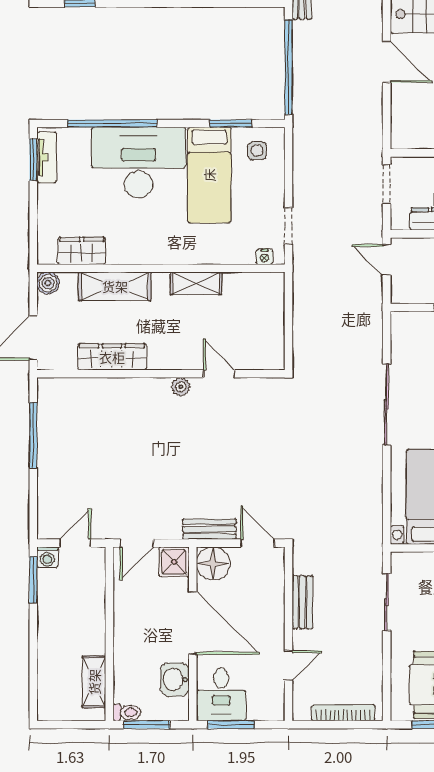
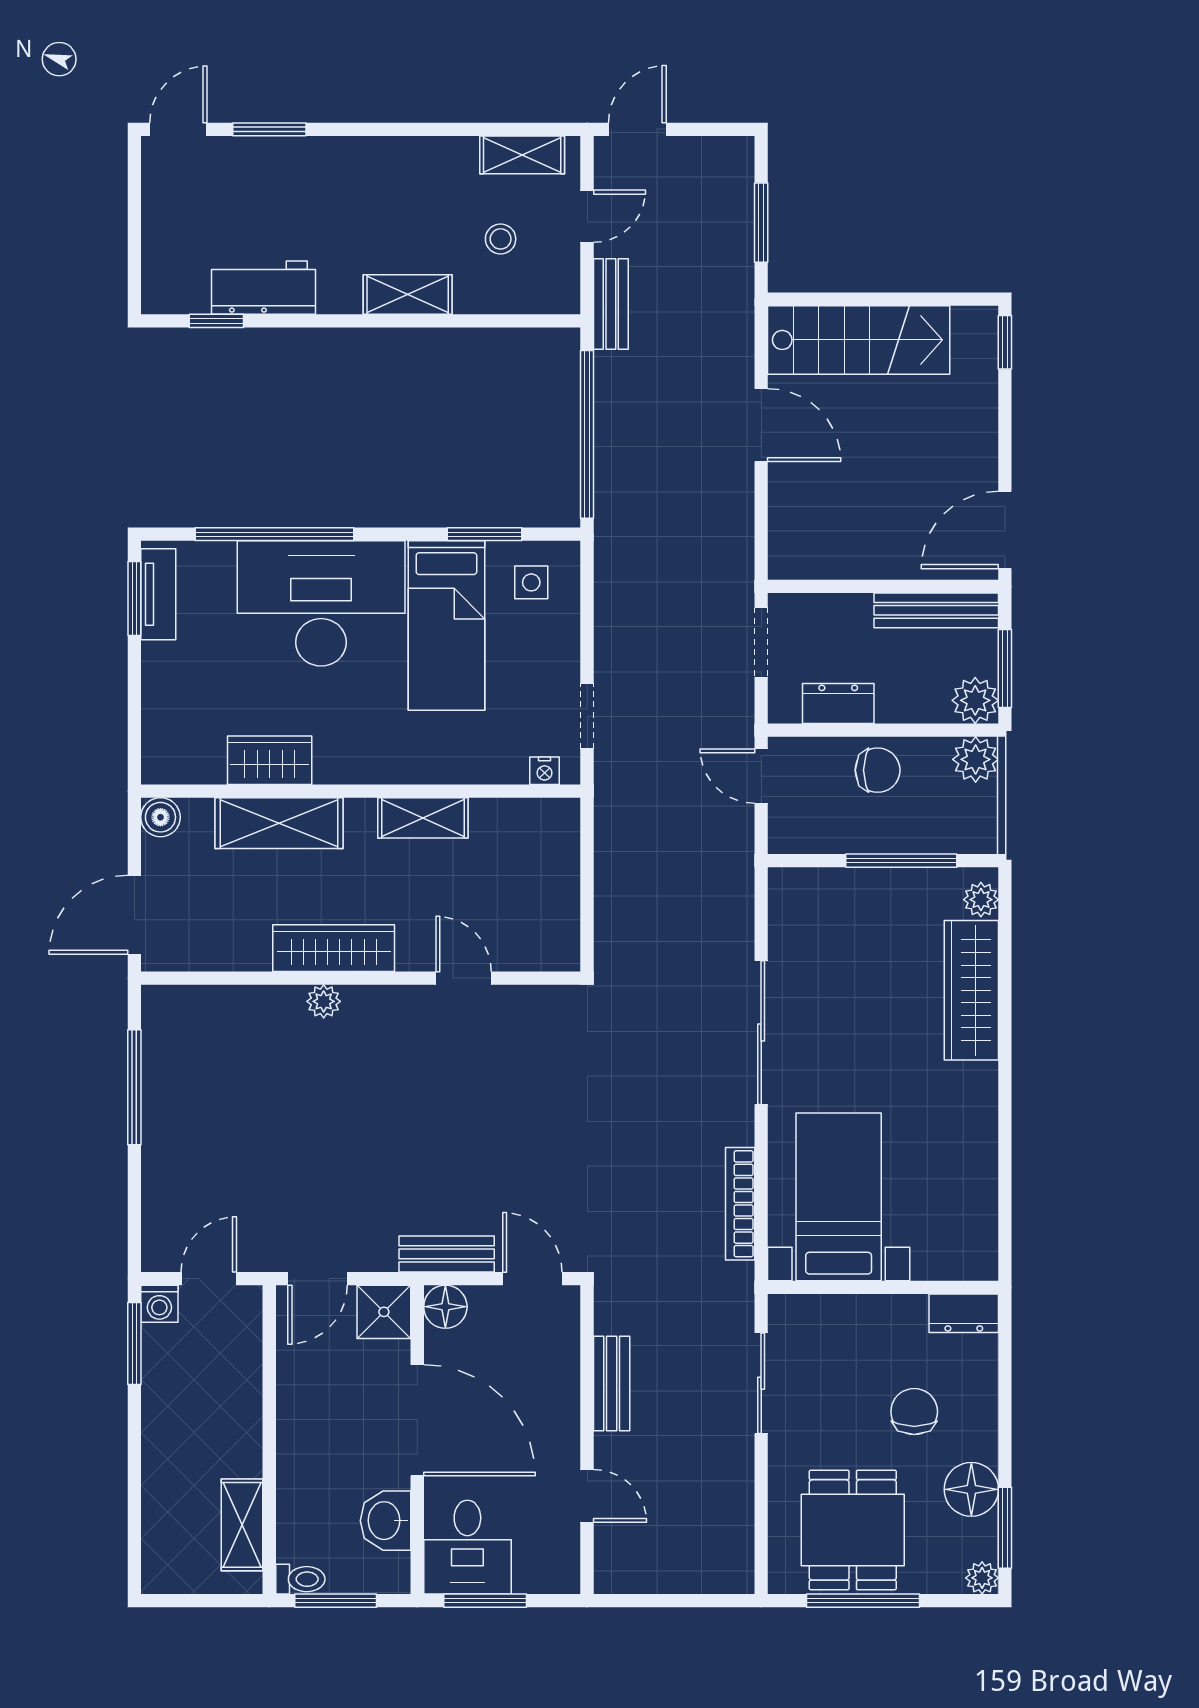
wardrobe: (82, 251) -> (270, 760), moved
wardrobe: (112, 357) -> (334, 948), moved
plant: (181, 387) -> (324, 1001), moved
floor lamp: (213, 564) -> (445, 1307), width x0.73, depth x0.73
door: (288, 666) -> (587, 1496), hinge flipped
bookcase: (343, 713) -> (740, 1204), moved, turned -90

